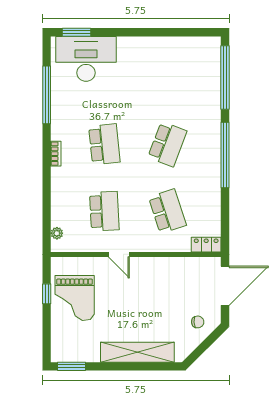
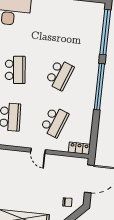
school desk: (167, 211) -> (54, 122), turned 39
door: (119, 254) -> (38, 151), moved

